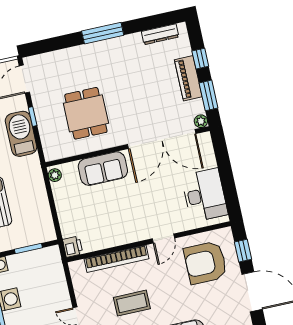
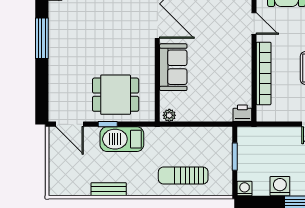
dining table: (86, 113) -> (116, 95), moved

